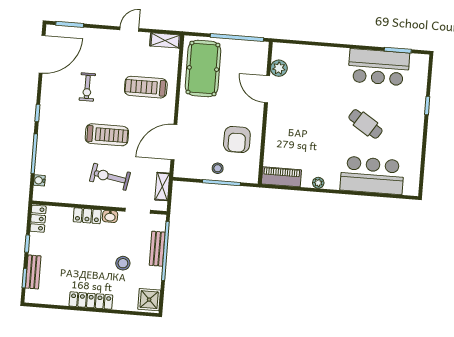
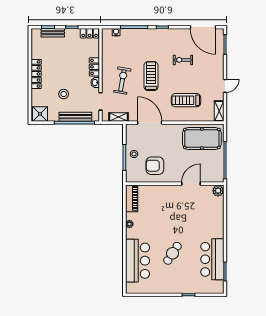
door: (129, 29) -> (225, 86), hinge flipped
plant: (279, 68) -> (218, 191), moved
treadmill: (146, 87) -> (186, 100), turned -90
treadmill: (107, 135) -> (151, 76), turned 180
bench: (157, 249) -> (75, 117), width x1.36

